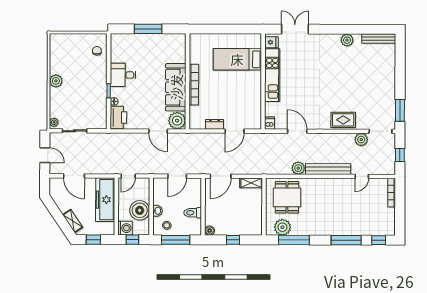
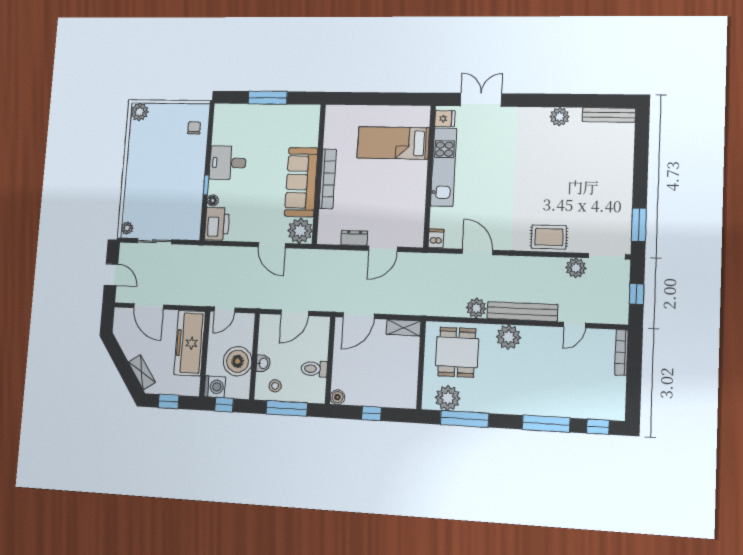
plant: (56, 81) -> (139, 112), moved
plant: (320, 186) -> (509, 337), added

